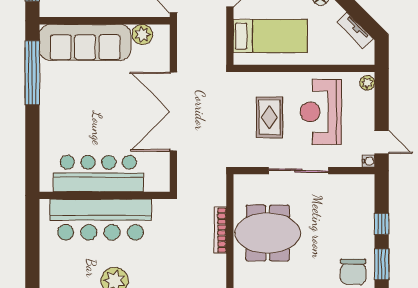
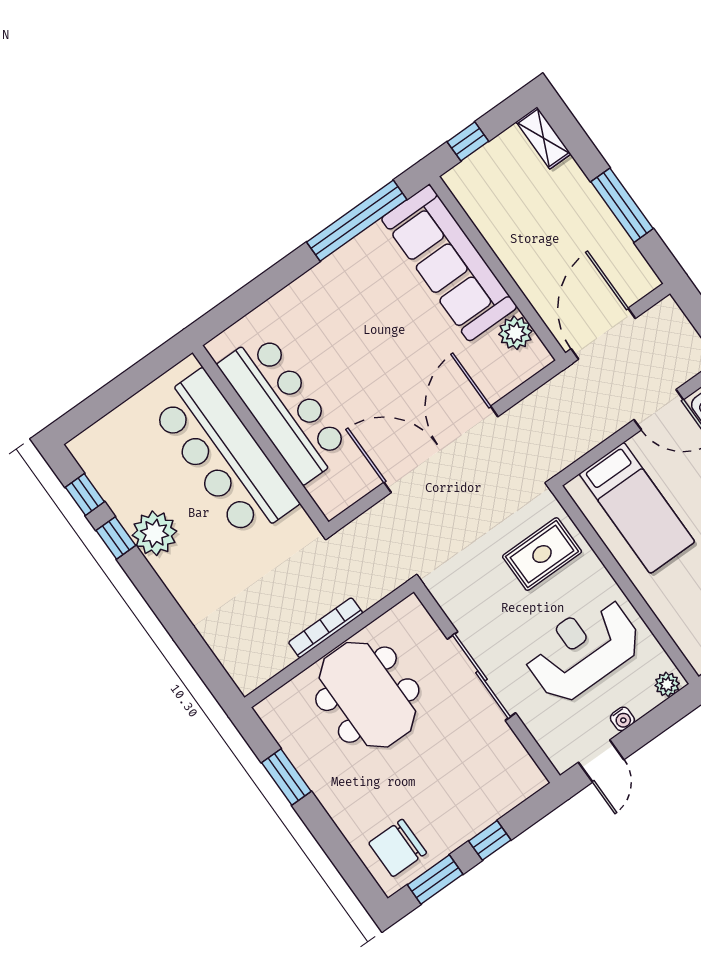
rug: (269, 117) -> (542, 554), moved
water cooler: (368, 161) -> (622, 719), moved

